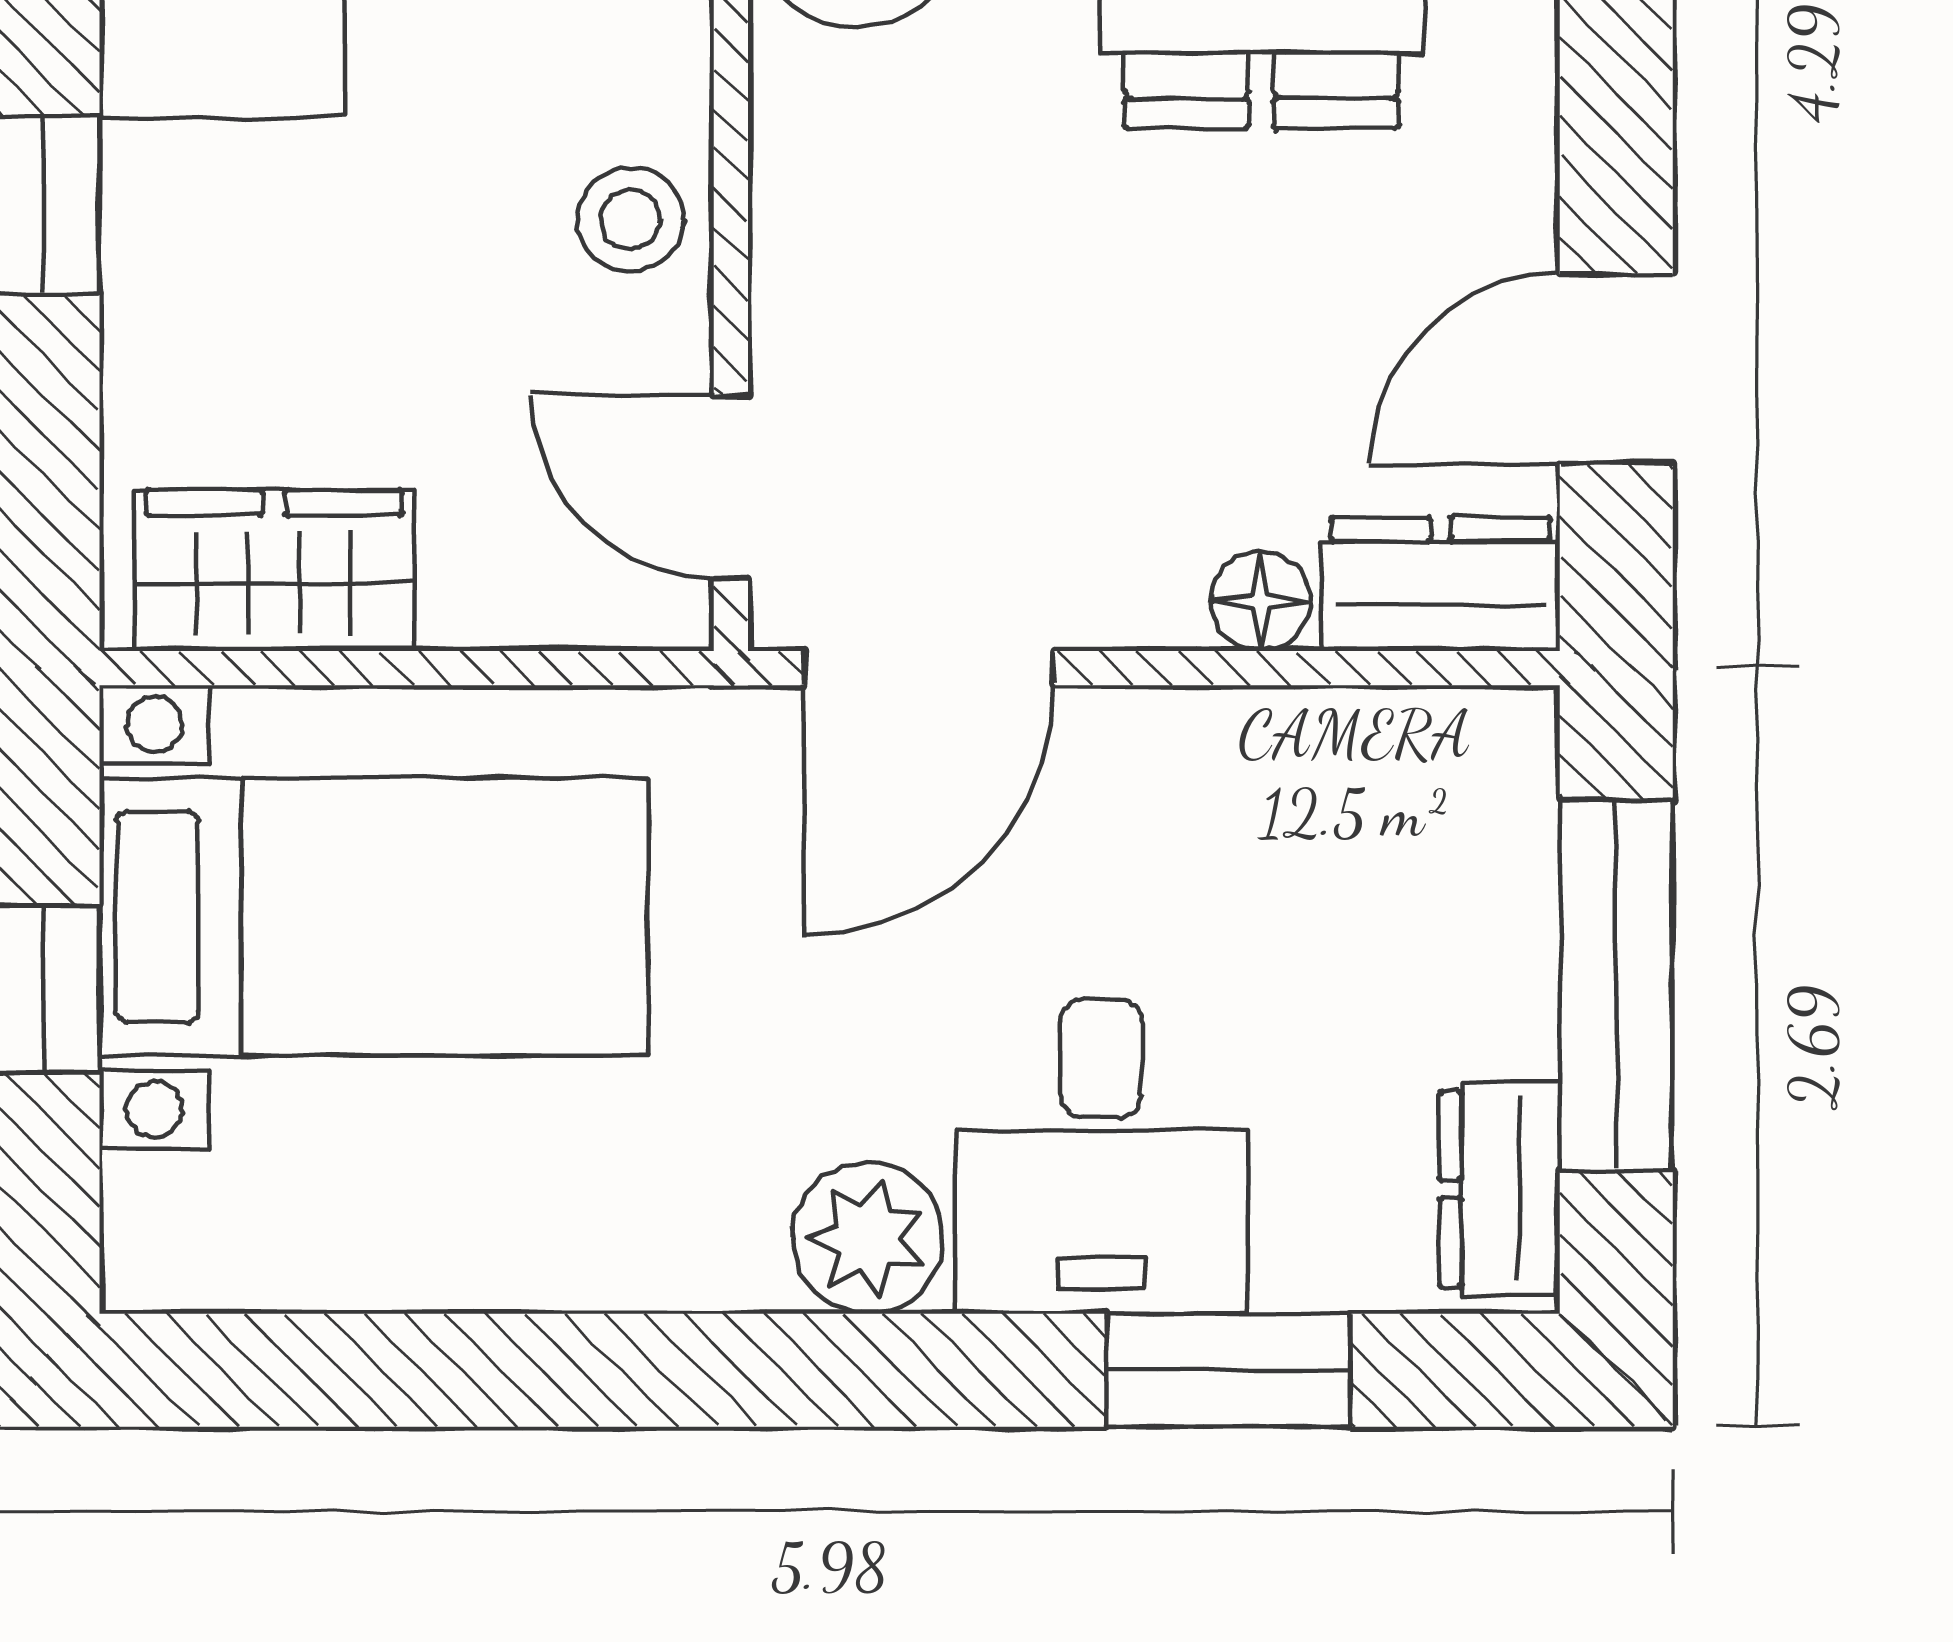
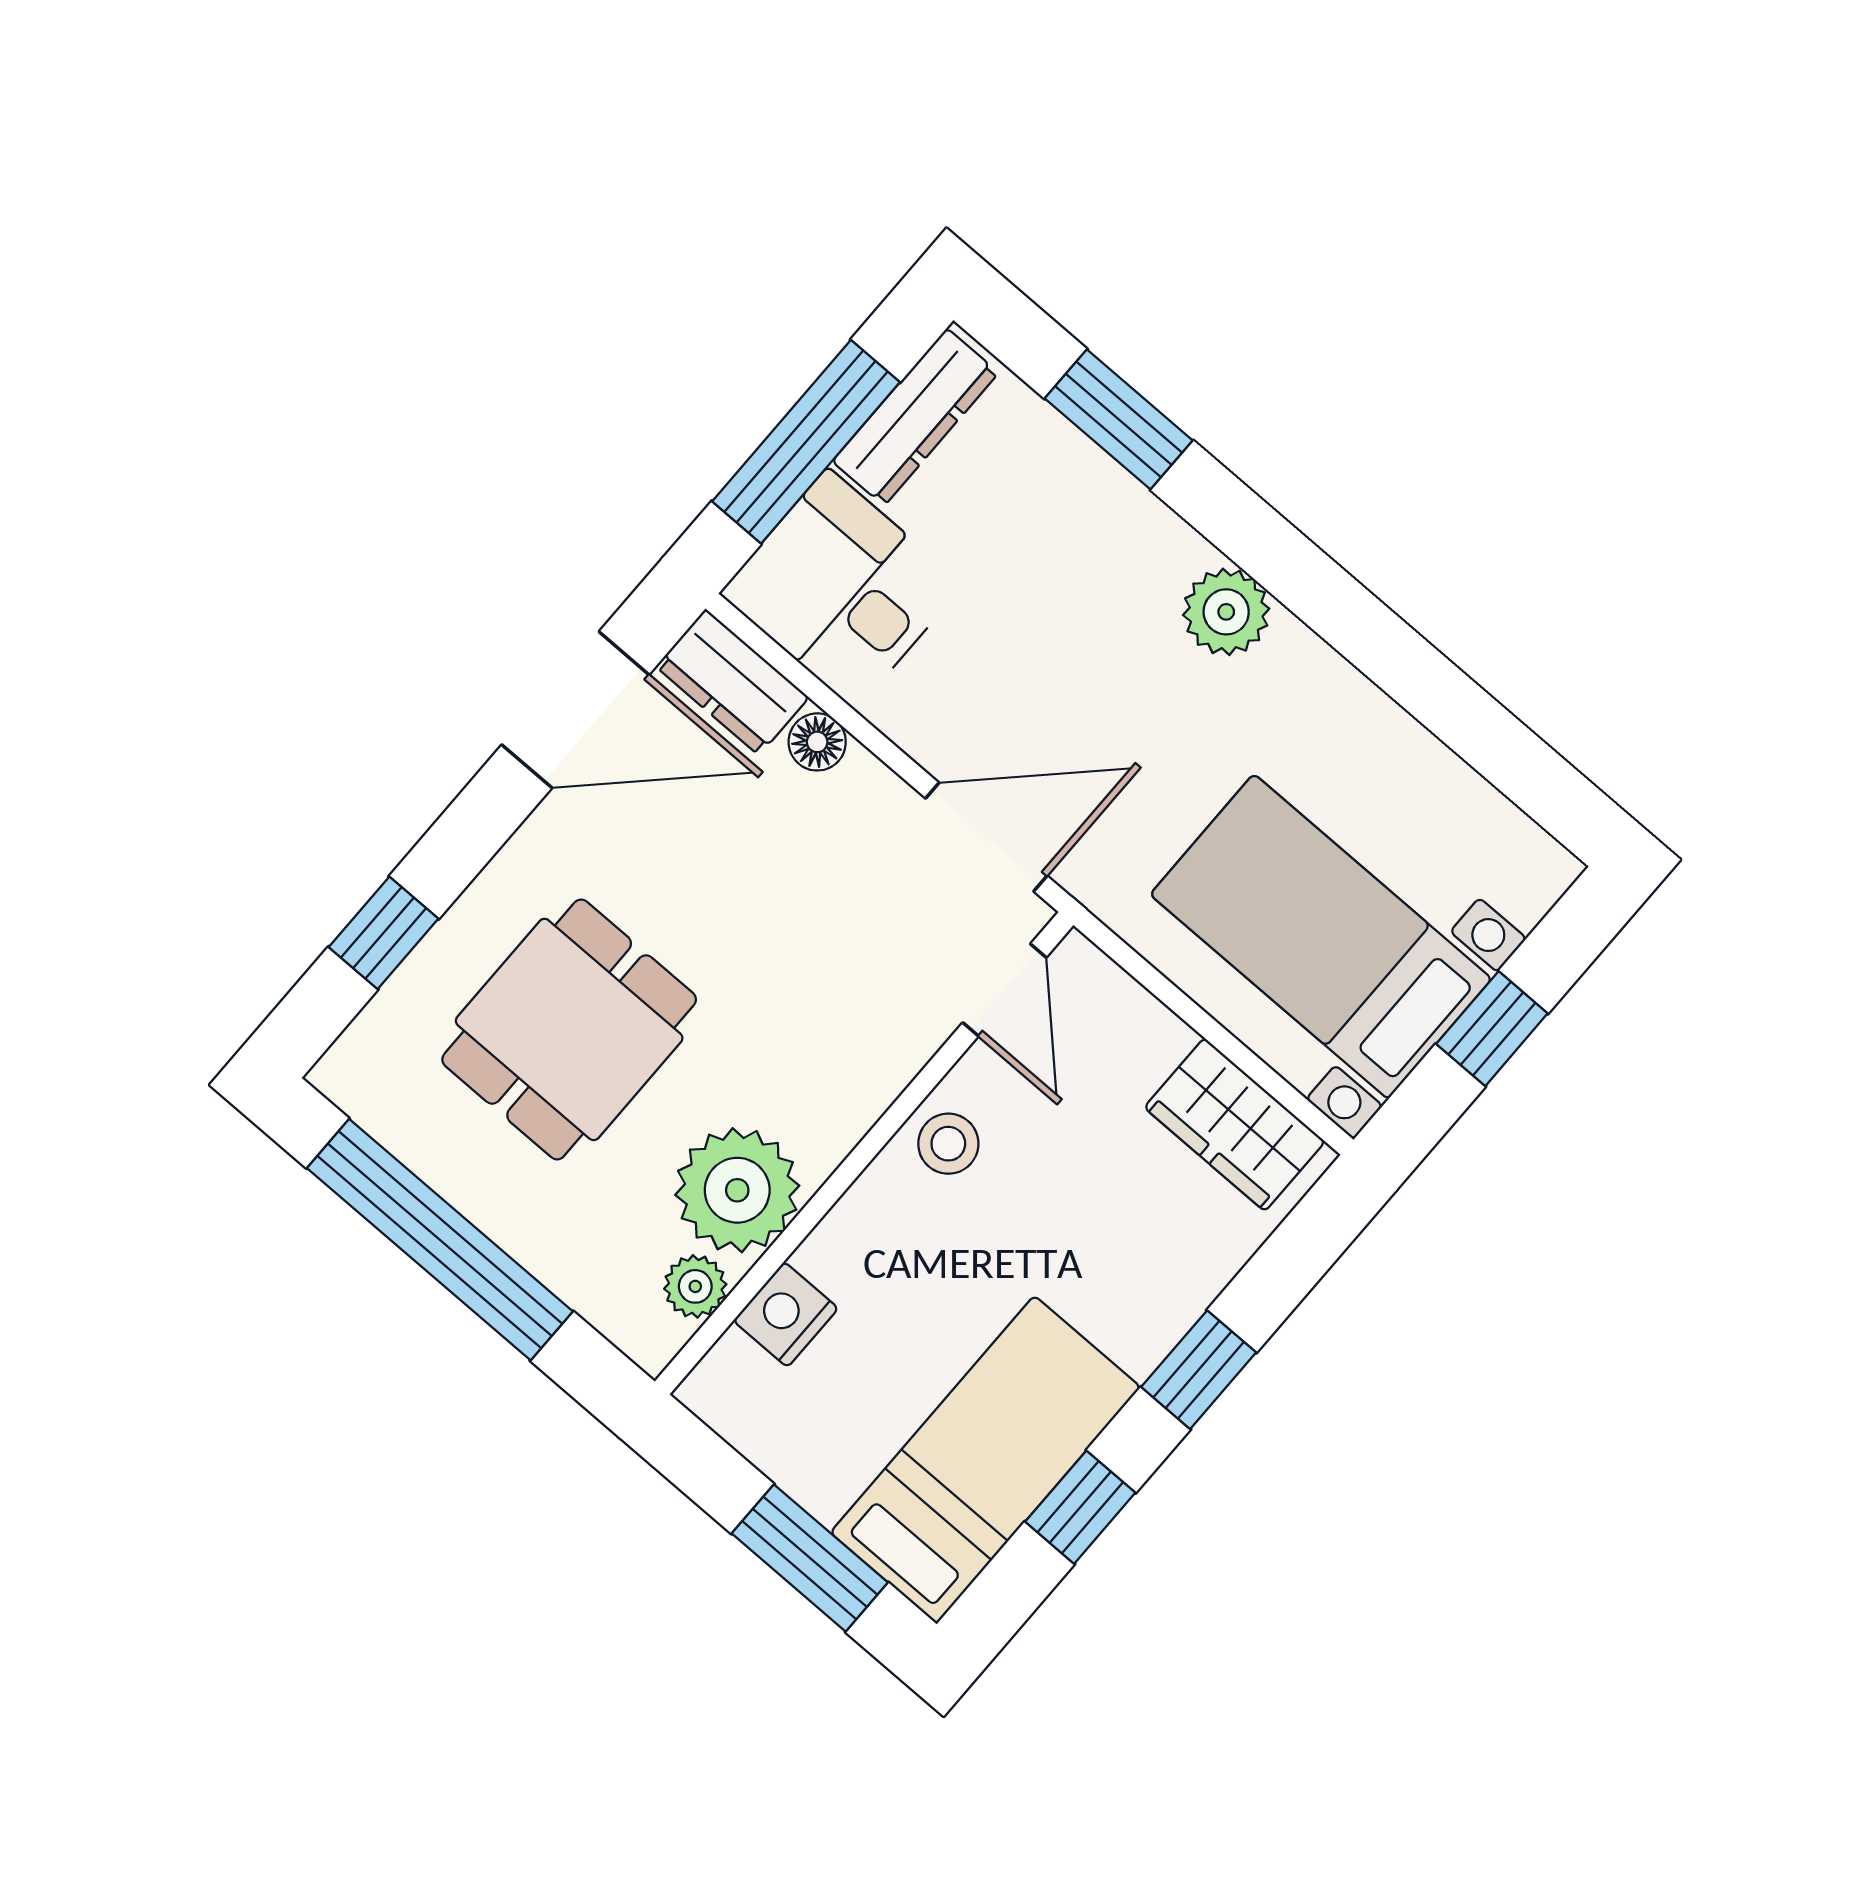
door: (1616, 369) -> (575, 710), width x1.38
desk: (1101, 1156) -> (841, 589), moved, turned -90
dresser: (1500, 1189) -> (915, 417), width x1.44

